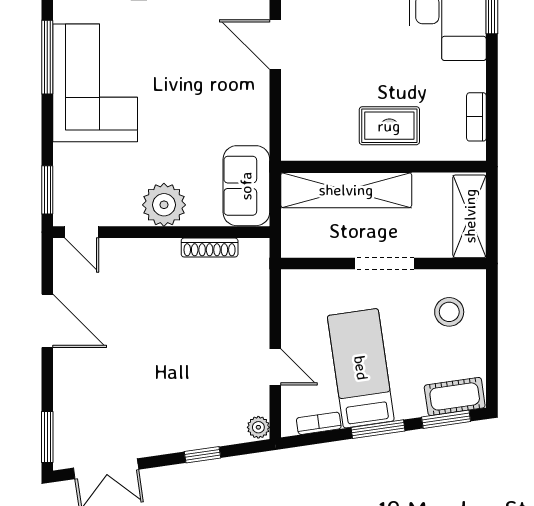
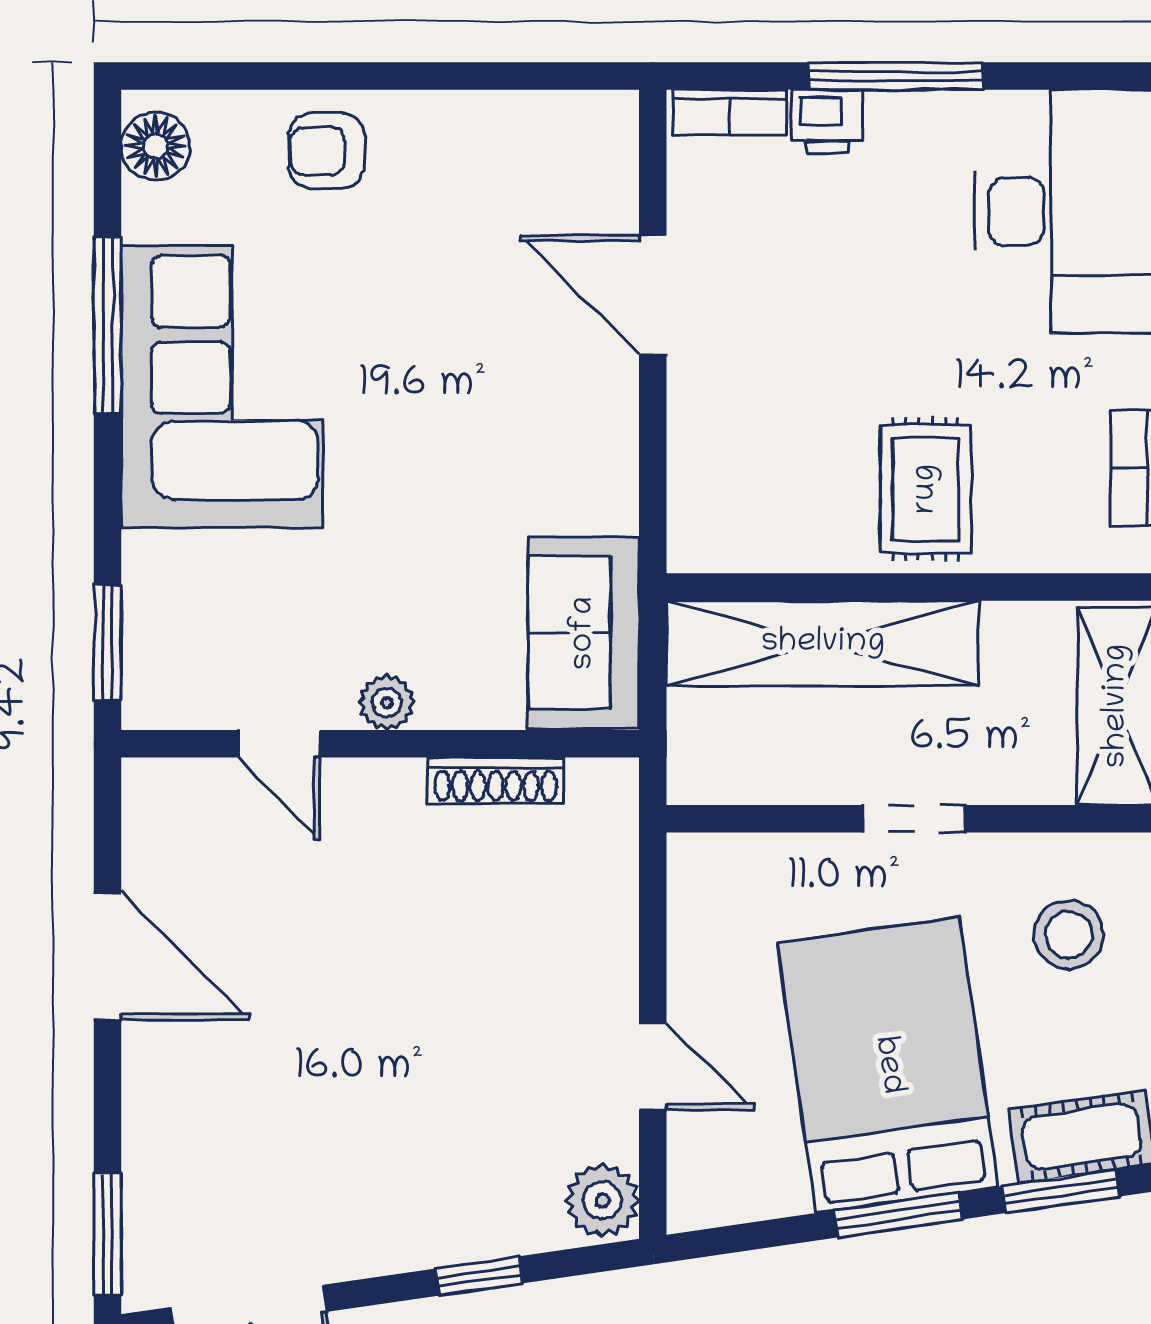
rug: (389, 126) -> (926, 489), turned 90
plant: (164, 205) -> (387, 702), width x0.53, depth x0.53
door: (82, 232) -> (279, 744), moved
doorway: (384, 264) -> (914, 819), width x0.73
bed: (361, 368) -> (888, 1065), width x1.50
bookcase: (319, 423) -> (757, 1201), removed
plant: (258, 427) -> (602, 1200), width x1.38, depth x1.38

